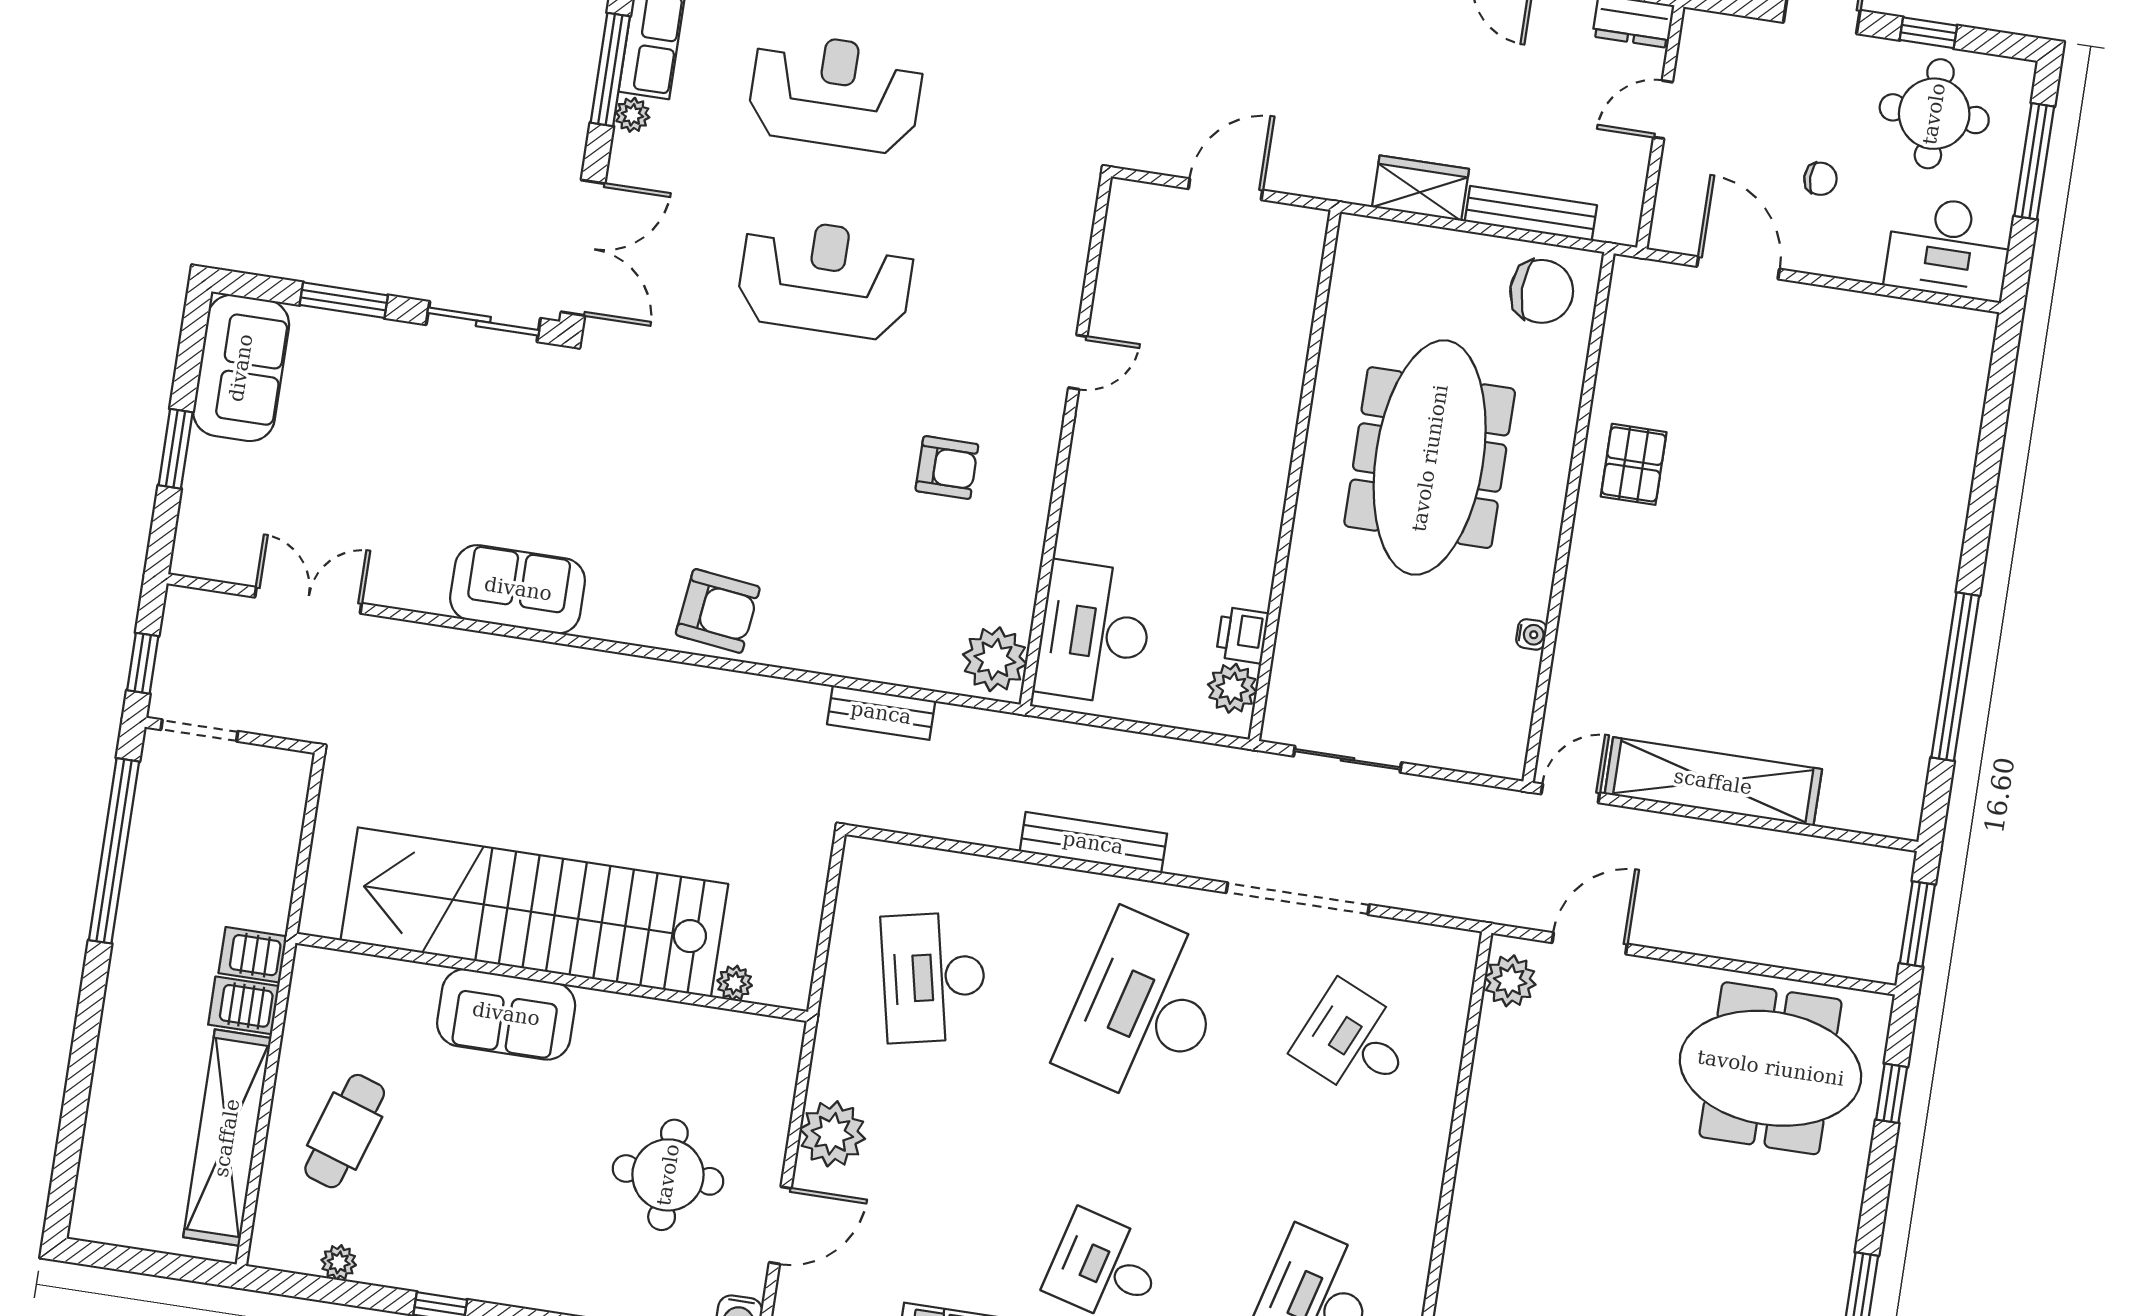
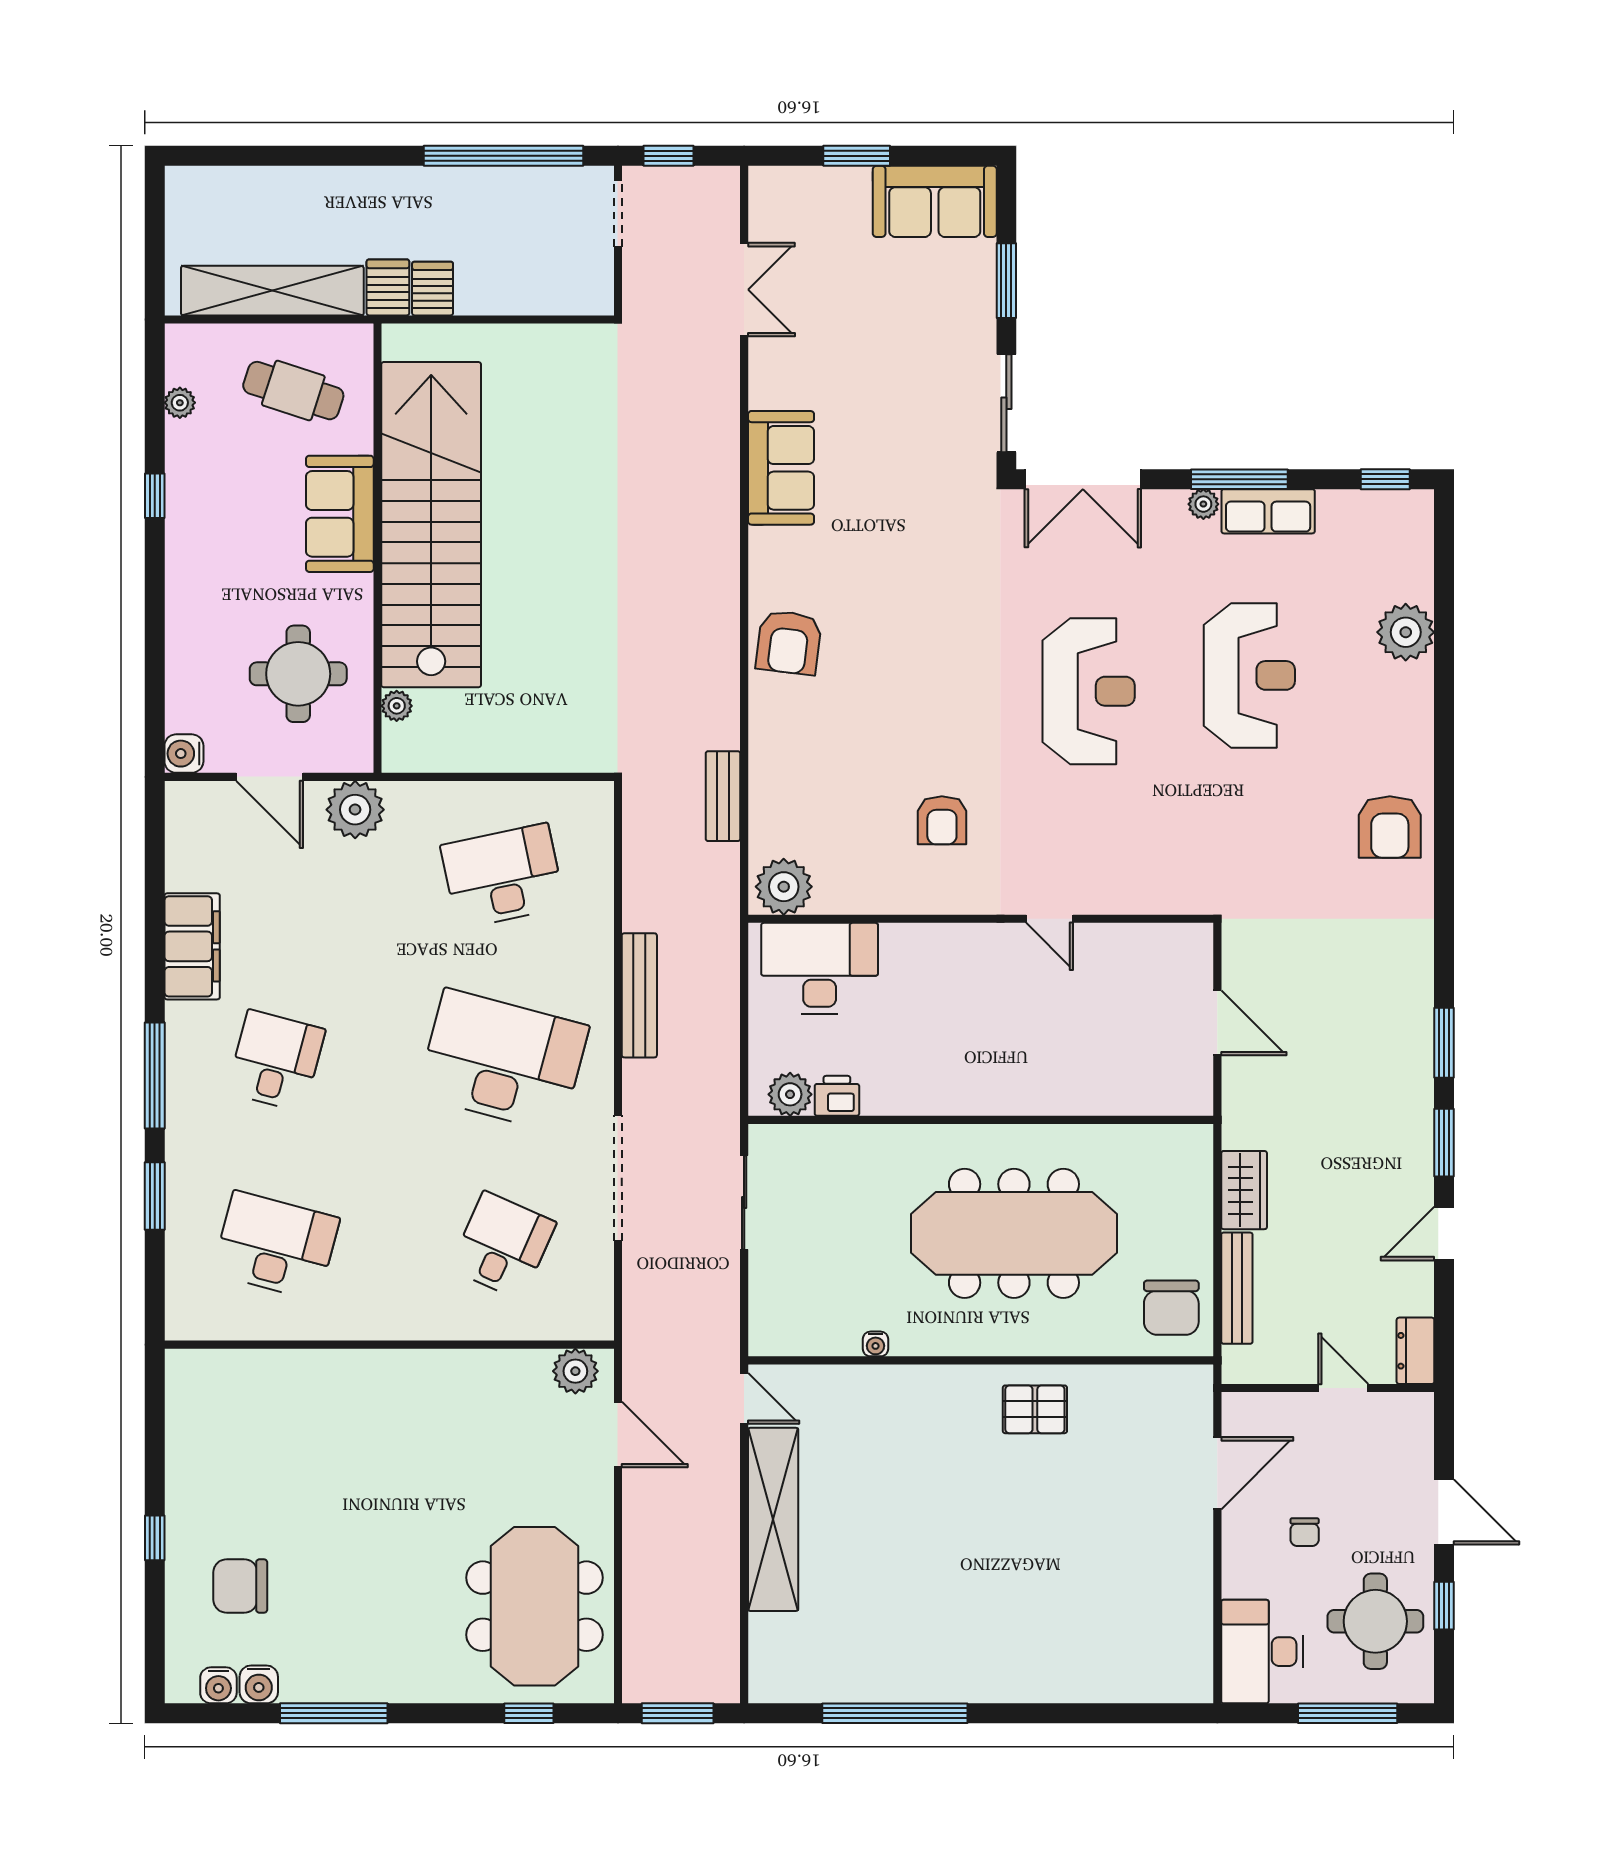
stairs: (534, 912) -> (431, 525), moved
wall: (552, 977) -> (377, 548), moved
plant: (735, 983) -> (397, 706), moved
sofa: (506, 1014) -> (340, 514), moved

